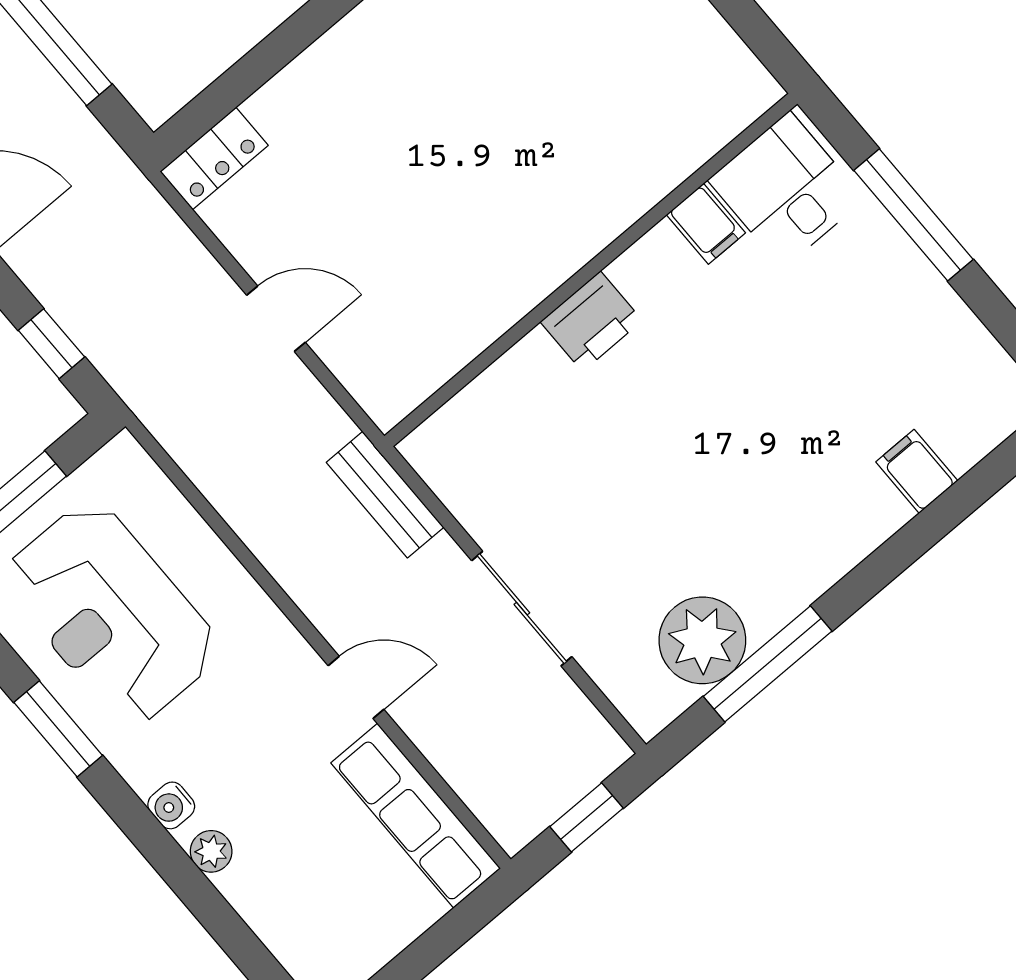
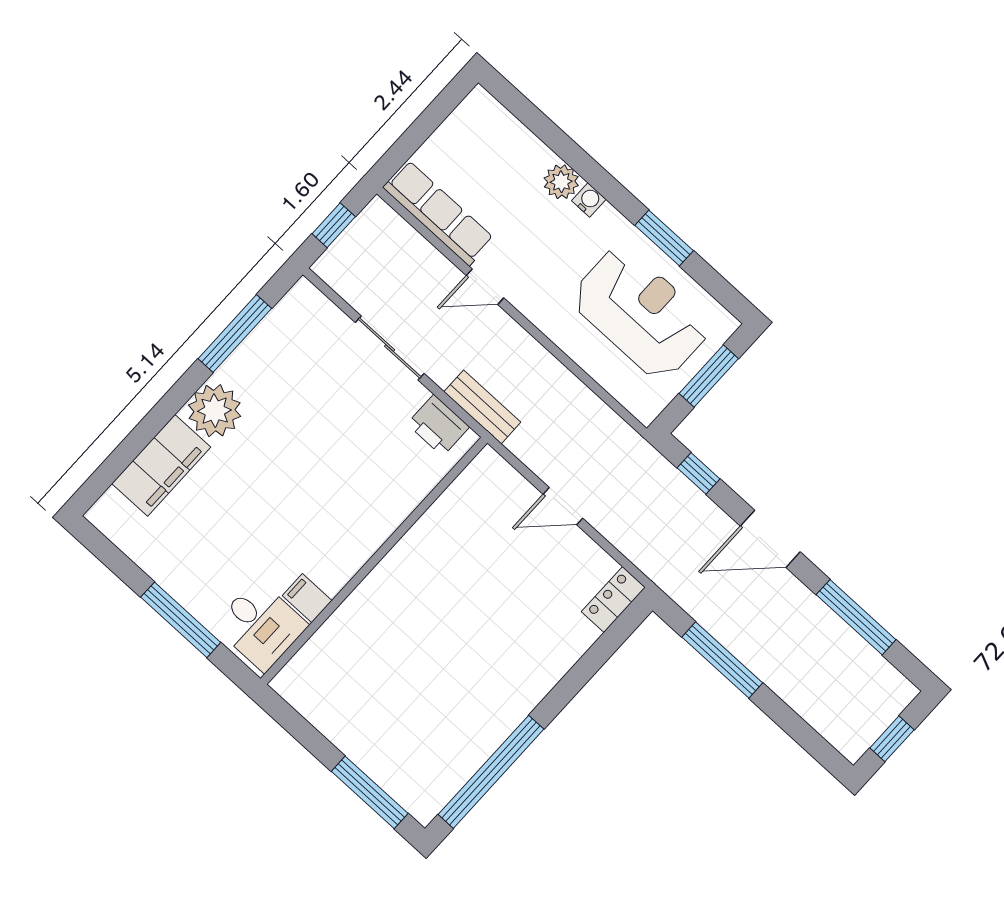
printer: (591, 321) -> (438, 425), moved, turned -90
filing cabinet: (917, 471) -> (161, 465), width x3.00, depth x1.17
plant: (702, 640) -> (215, 411), moved
plant: (211, 851) -> (561, 182), width x1.38, depth x1.38

